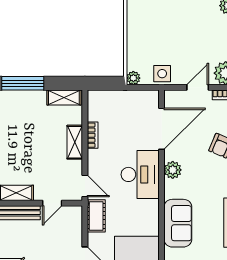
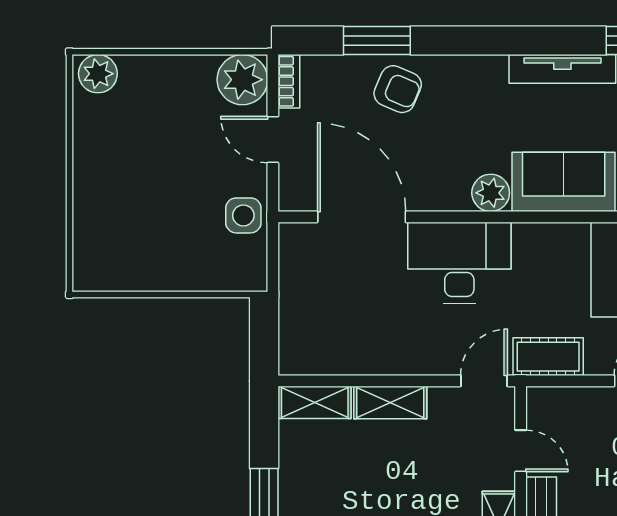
plant: (133, 78) -> (253, 277), removed
shelving: (64, 97) -> (315, 402), moved, turned 90
bookcase: (93, 135) -> (375, 364), removed
plant: (173, 170) -> (491, 193), moved

